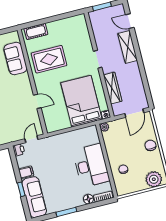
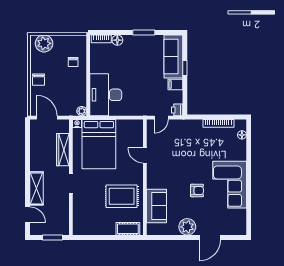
door: (134, 113) -> (47, 118), hinge flipped
desk: (91, 166) -> (106, 95), moved

